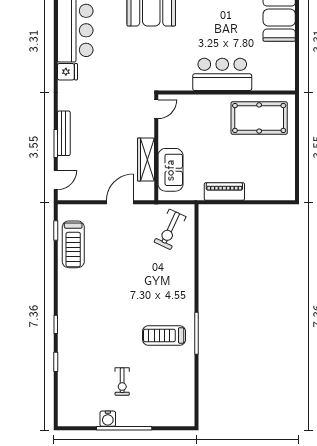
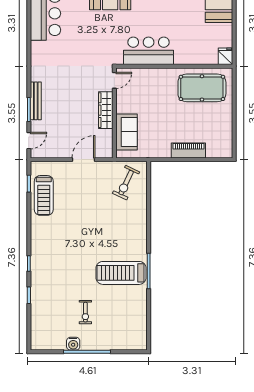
fridge: (67, 72) -> (226, 56), moved, turned -90
bar counter: (222, 74) -> (149, 51), moved
wardrobe: (146, 160) -> (106, 110), moved
piano: (224, 191) -> (188, 150), moved
treadmill: (164, 335) -> (121, 273), width x1.37, depth x1.38

